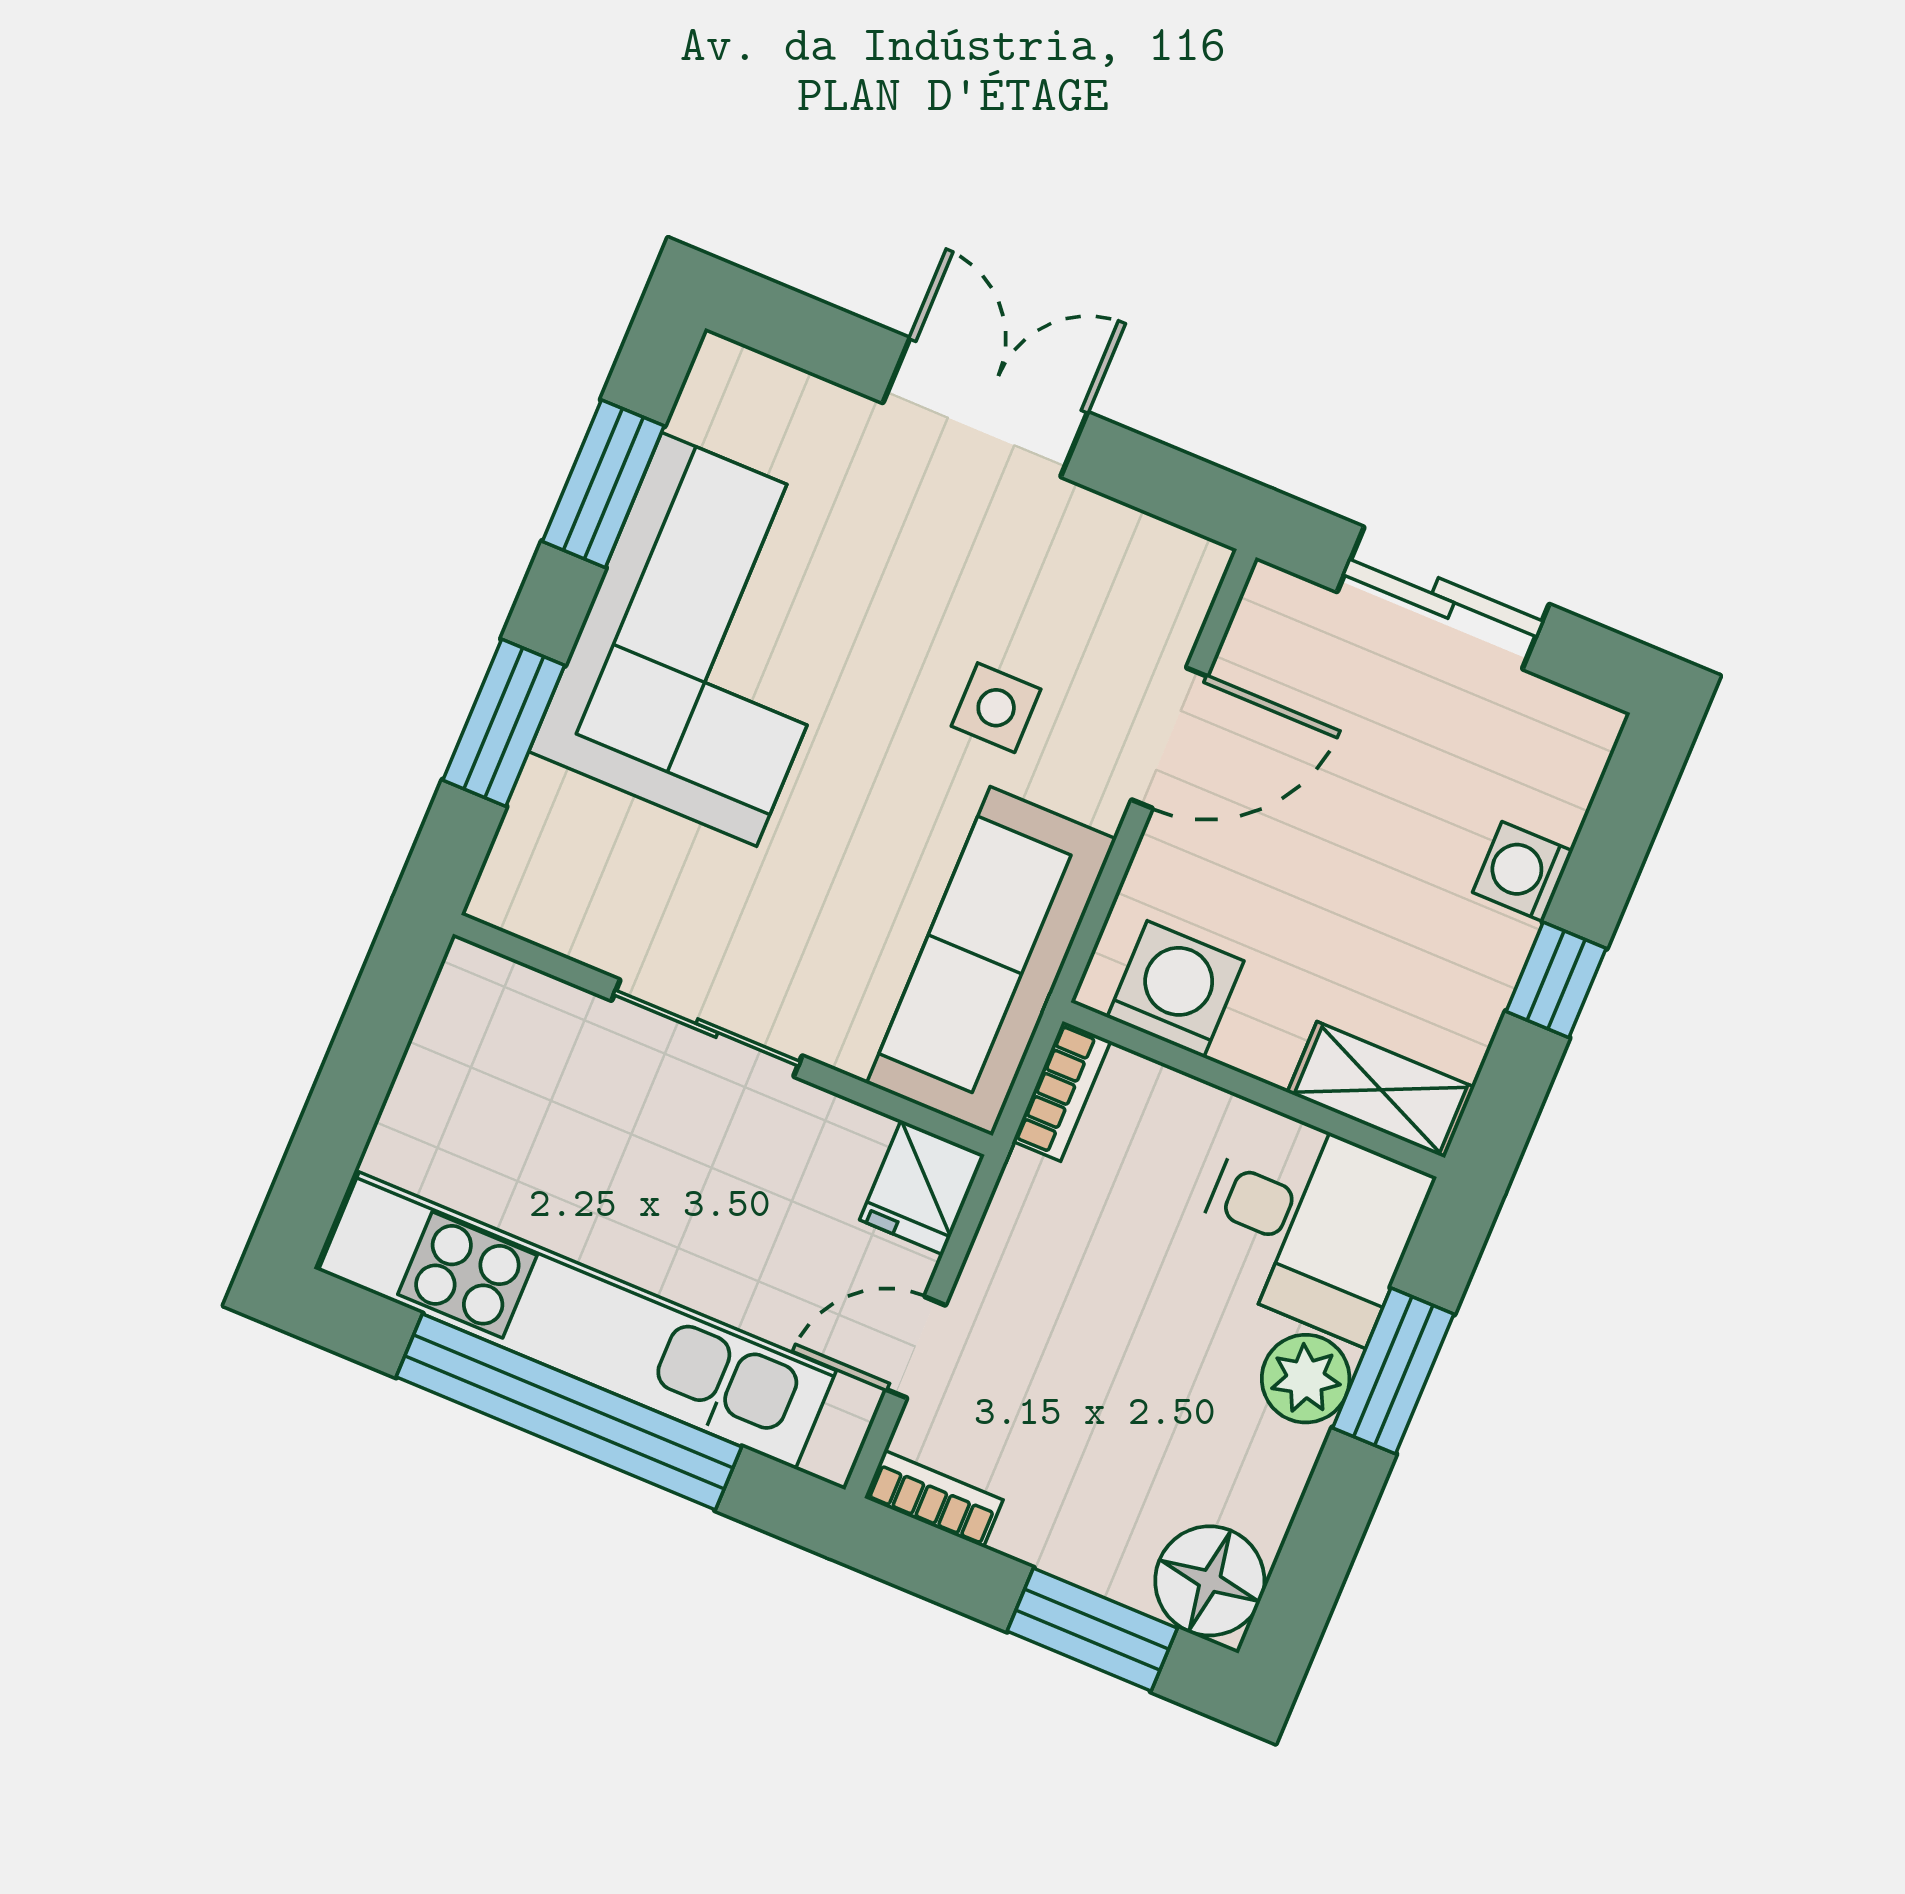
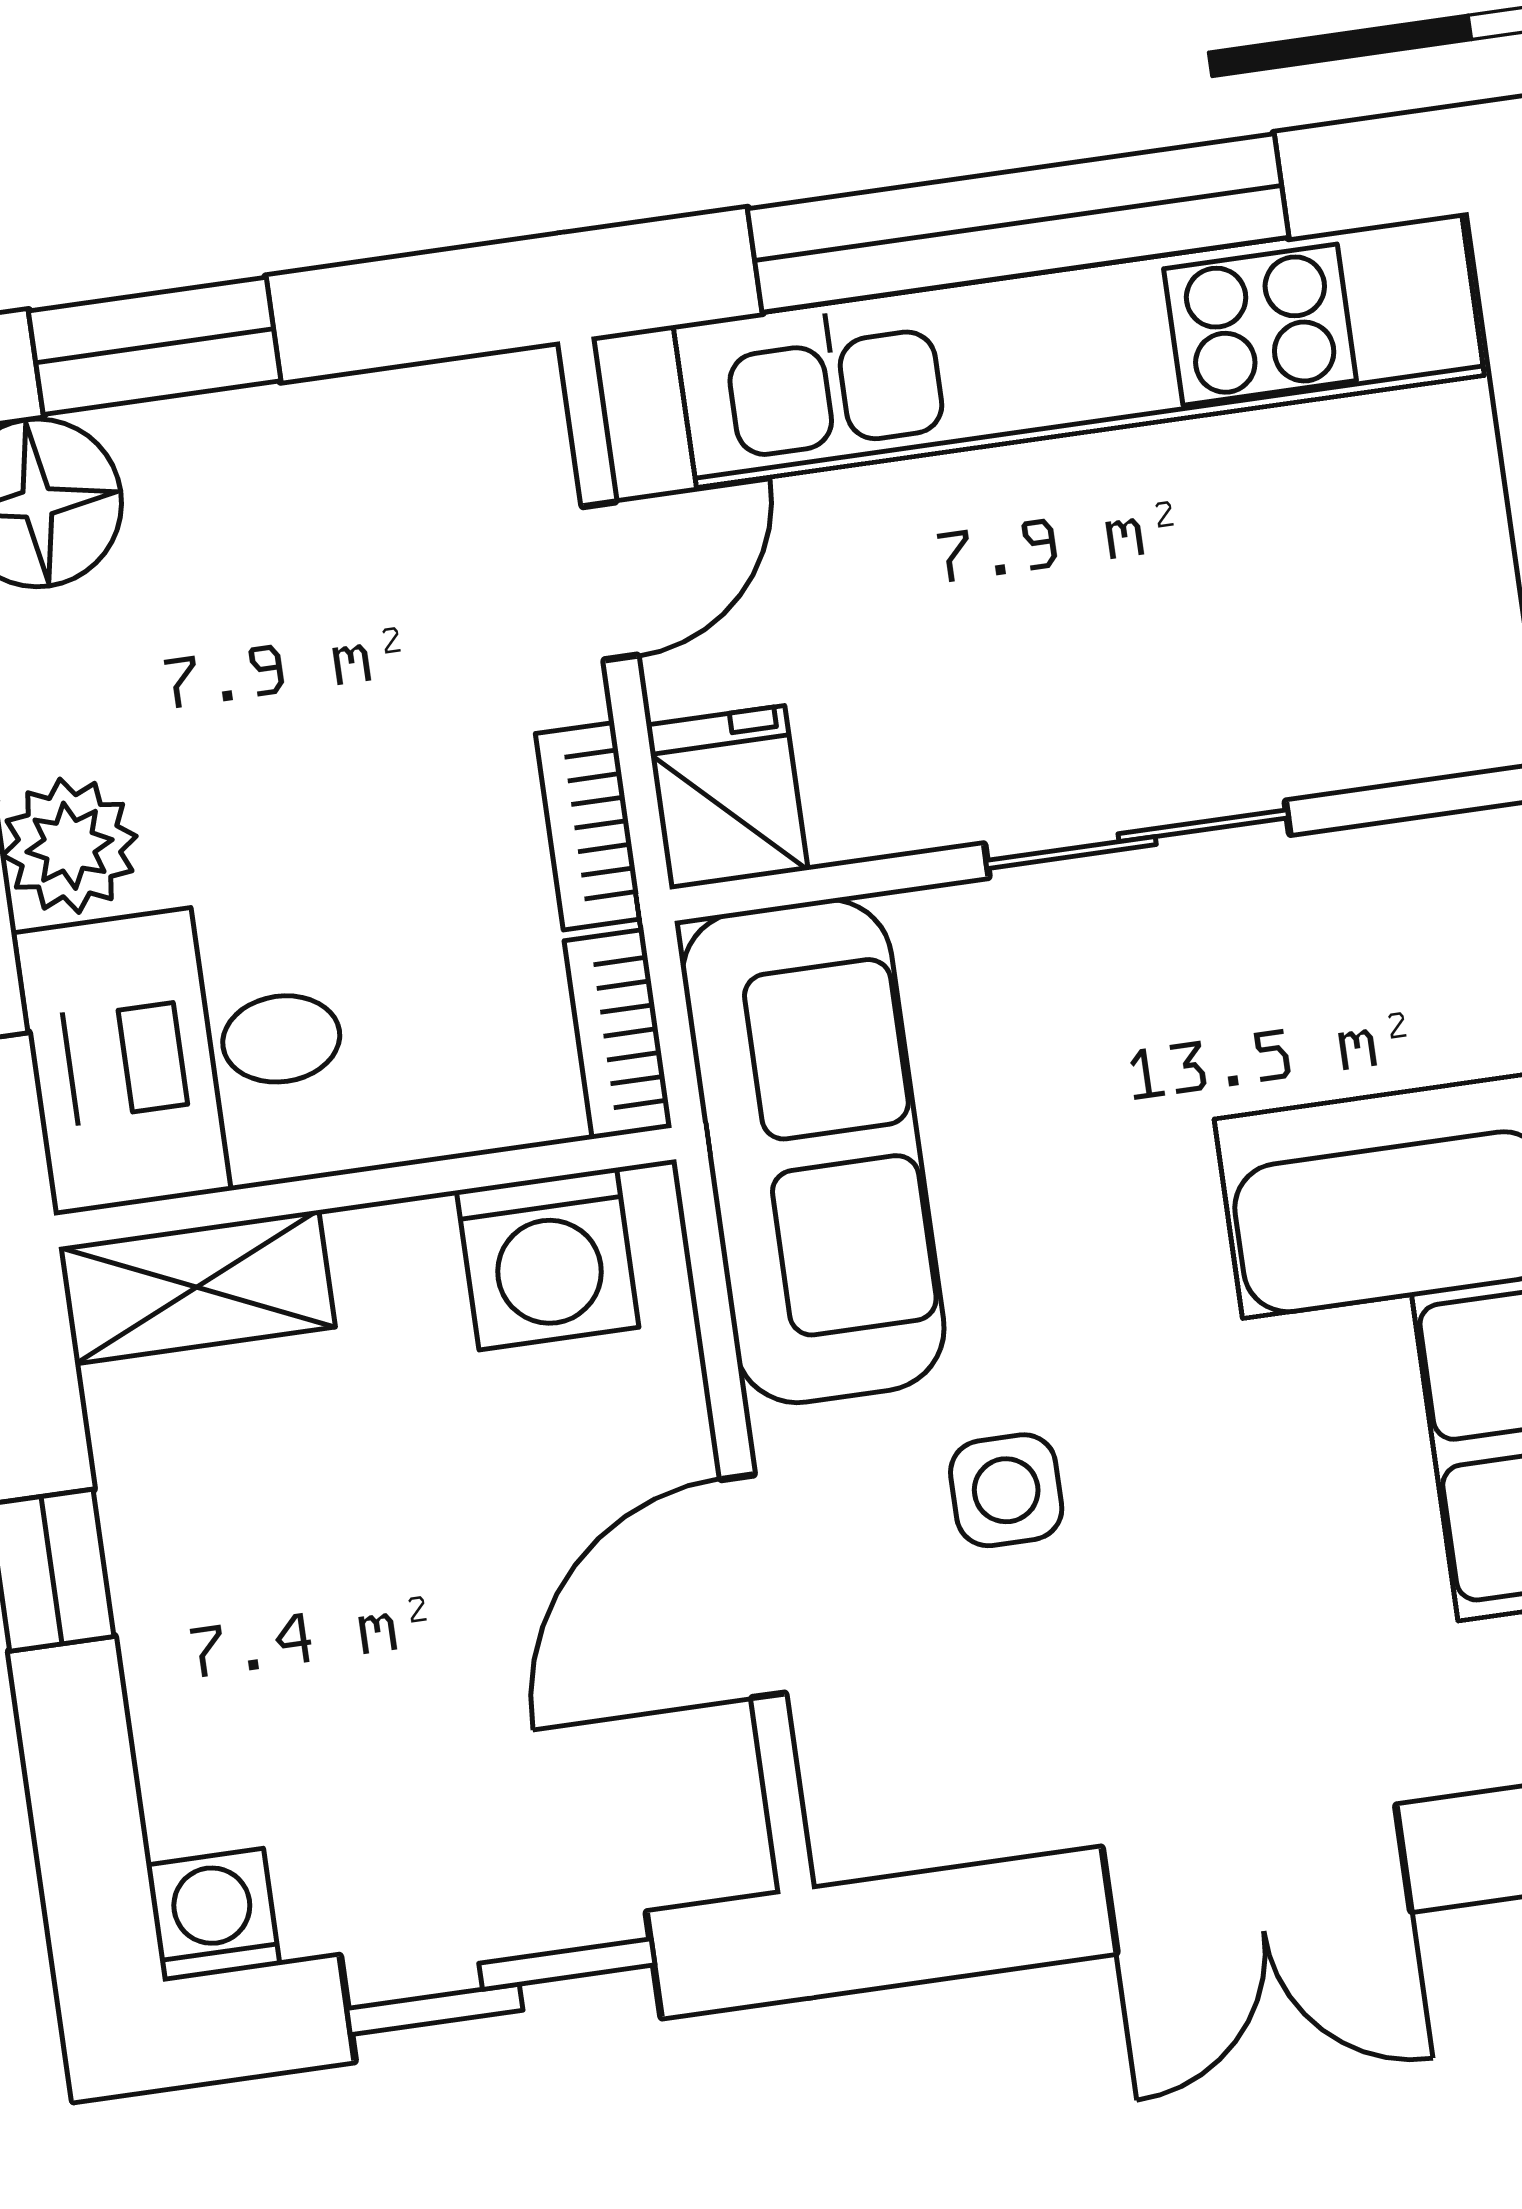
washing machine: (1523, 872) -> (213, 1915), moved, turned -90
bookcase: (934, 1499) -> (589, 826), moved, turned 90

